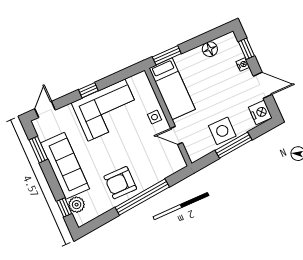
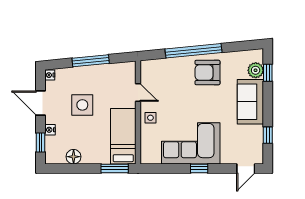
nightstand: (260, 112) -> (50, 75), width x0.53, depth x0.56
side table: (222, 131) -> (82, 105), moved
window: (38, 150) -> (268, 135), width x0.67
sofa: (65, 166) -> (250, 102), width x0.73
armchair: (120, 183) -> (207, 73), turned 180

